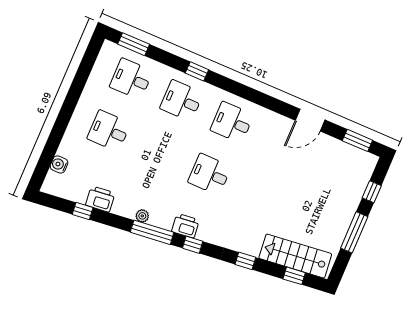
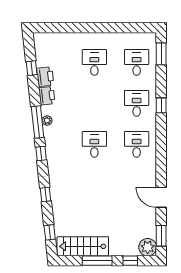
plant: (364, 163) -> (148, 247), added
water cooler: (59, 164) -> (57, 38), removed
plant: (142, 216) -> (47, 121), moved
printer: (185, 226) -> (47, 96), moved
stairs: (295, 256) -> (83, 246), moved, turned -84

